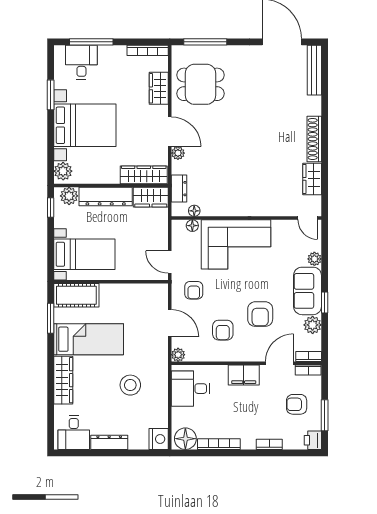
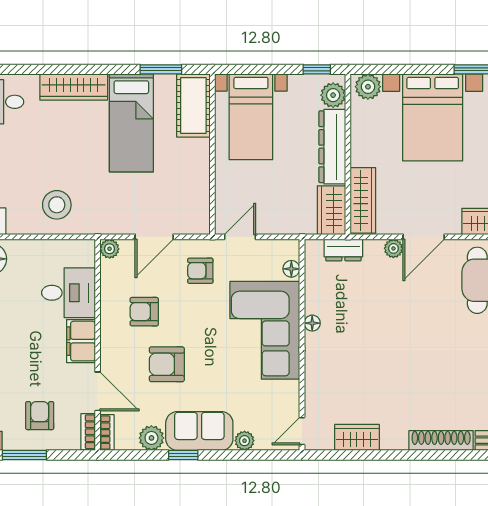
shoe rack: (314, 139) -> (441, 440), moved
floor lamp: (194, 211) -> (312, 323), moved
stool: (130, 385) -> (57, 205), moved
desk: (190, 389) -> (68, 293), moved, turned 90

